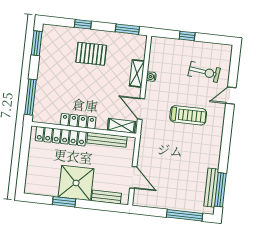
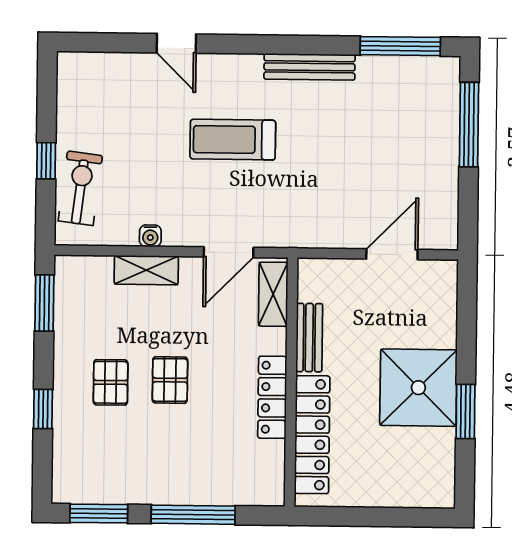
pallet: (91, 54) -> (111, 382), width x0.67, depth x0.71
exercise bike: (204, 72) -> (80, 188), moved
pallet: (90, 79) -> (170, 380), added
window: (31, 97) -> (193, 515), moved
treadmill: (188, 115) -> (233, 140), turned -90
bench: (107, 140) -> (309, 338), width x0.73
bench: (211, 188) -> (309, 67), moved
bench: (106, 197) -> (444, 313), removed

